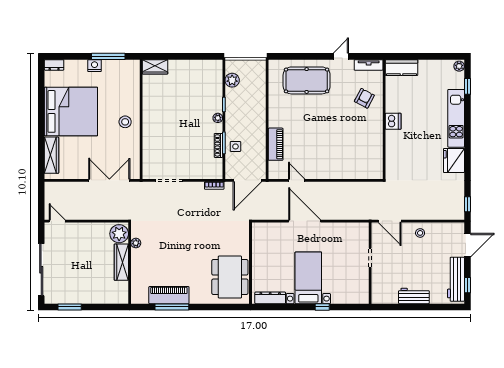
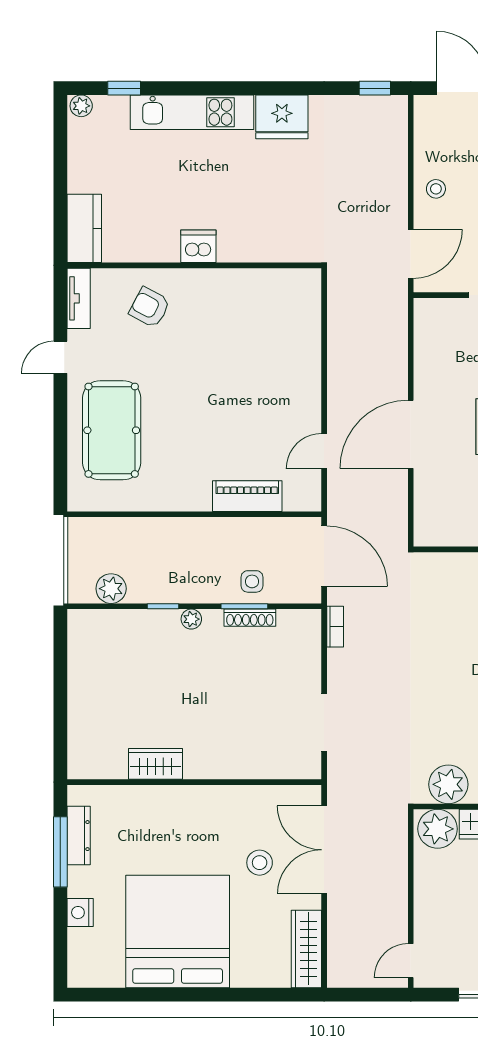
door: (341, 56) -> (60, 357), hinge flipped
dresser: (54, 65) -> (79, 836), moved, width x1.44
nightstand: (94, 66) -> (80, 913), moved
wardrobe: (155, 67) -> (155, 764), moved, turned -90
stool: (125, 122) -> (260, 863), moved
wardrobe: (51, 155) -> (306, 949), moved, turned -90
plant: (136, 243) -> (448, 784), width x1.87, depth x1.87

